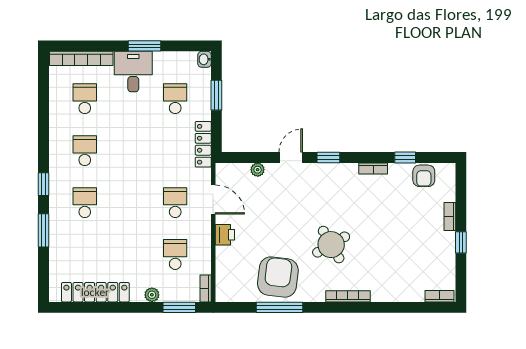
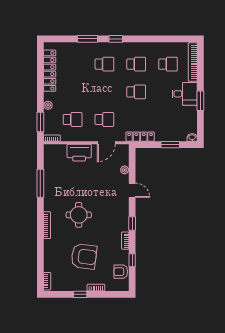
school desk: (175, 99) -> (136, 92), moved
window: (328, 157) -> (132, 223), moved
printer: (225, 235) -> (79, 153), width x1.87, depth x1.48
round table: (331, 245) -> (79, 215), turned 30
armchair: (278, 277) -> (84, 257), moved

